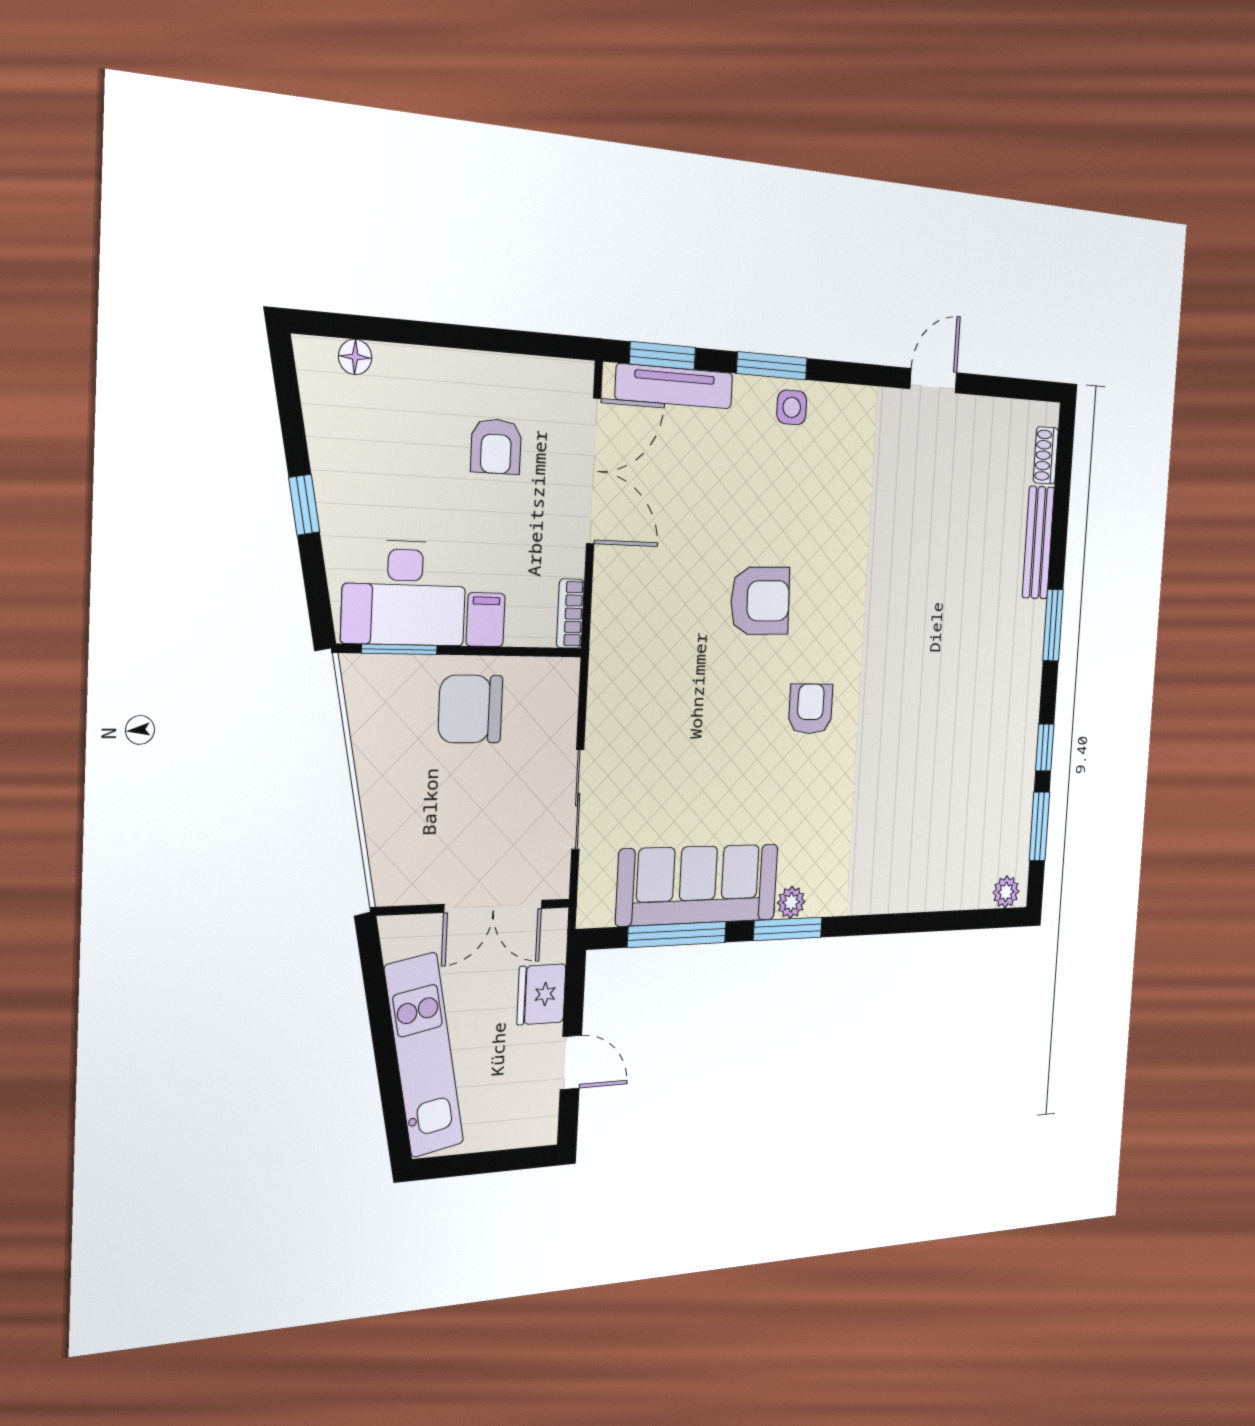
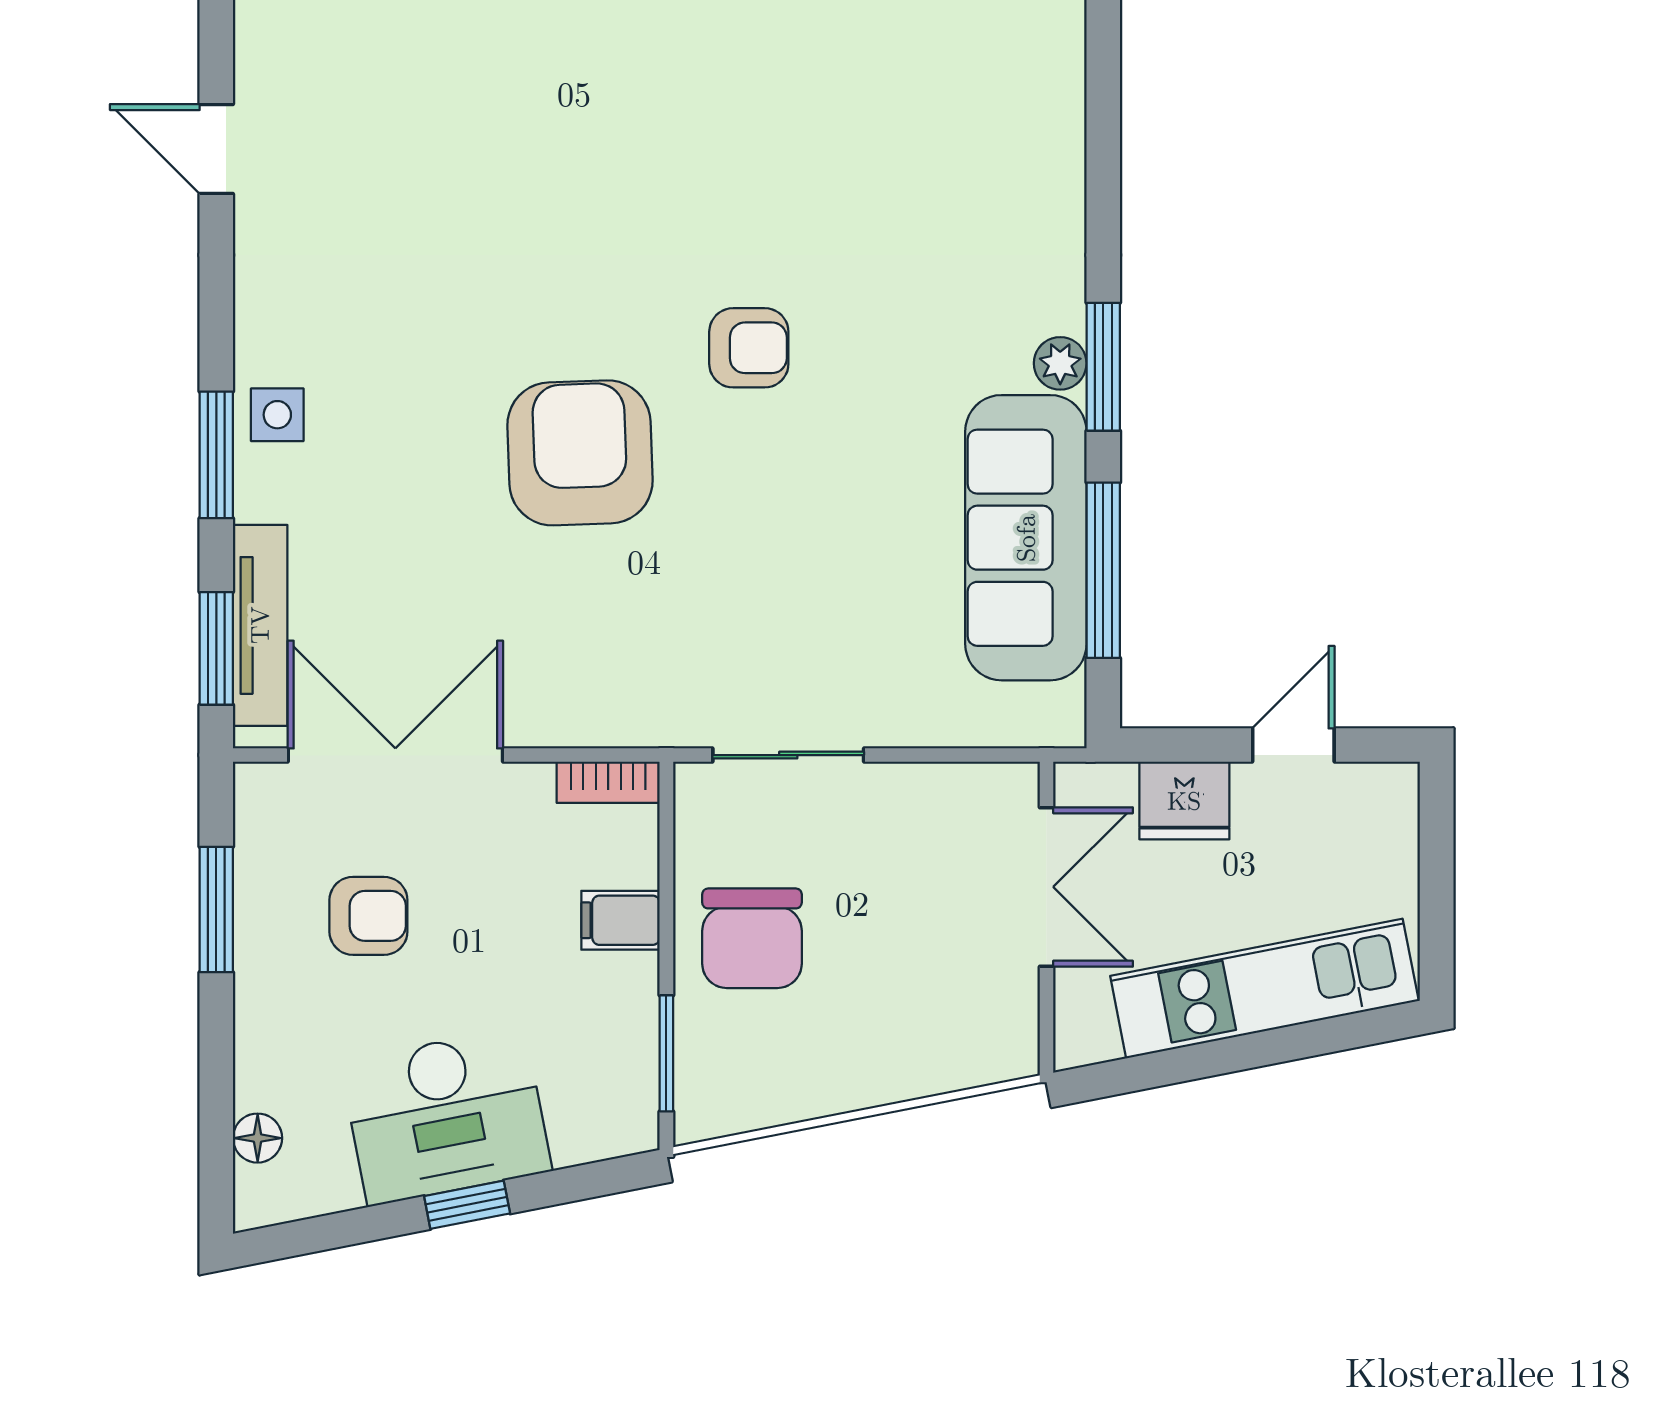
window: (505, 341) -> (216, 910), added
desk: (404, 593) -> (446, 1116), moved, turned 79
armchair: (760, 601) -> (580, 453), width x1.36, depth x1.36
armchair: (810, 709) -> (749, 348), turned 180
sliding door: (578, 800) -> (788, 755), moved

